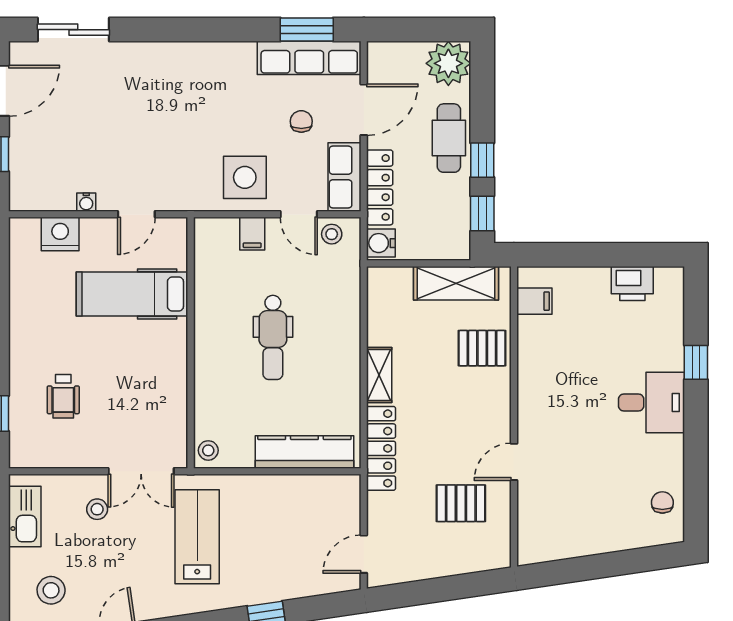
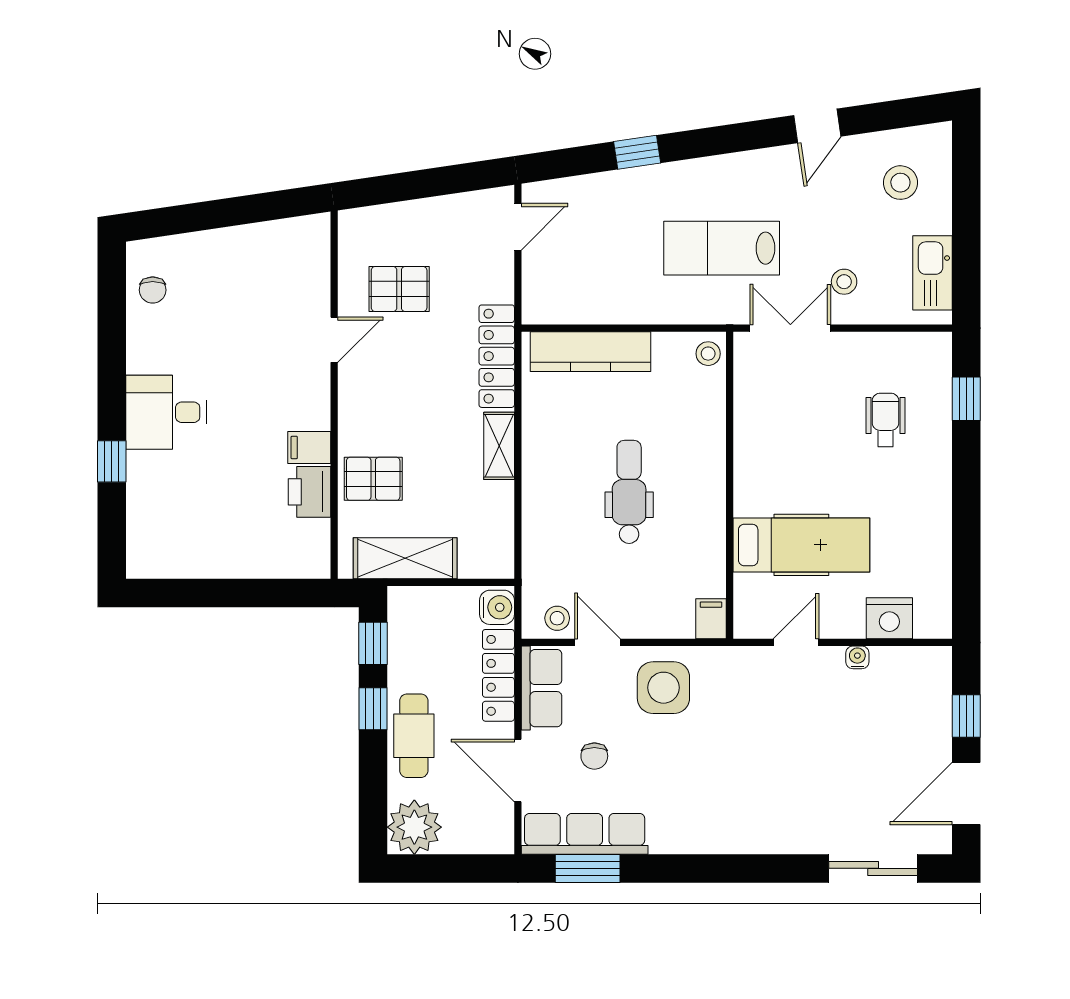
door: (364, 110) -> (518, 770), hinge flipped
filing cabinet: (252, 234) -> (711, 619), moved
printer: (632, 283) -> (310, 492), moved, turned -90
filing cabinet: (534, 301) -> (309, 447), moved
lab bench: (197, 537) -> (722, 248), turned 90

